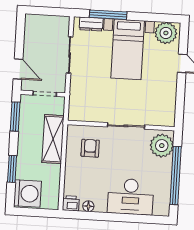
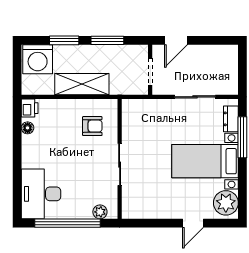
window: (15, 117) -> (107, 40), moved
shelving: (53, 139) -> (82, 84), moved
plant: (162, 146) -> (100, 212), width x0.53, depth x0.53
desk: (131, 197) -> (41, 194), moved

